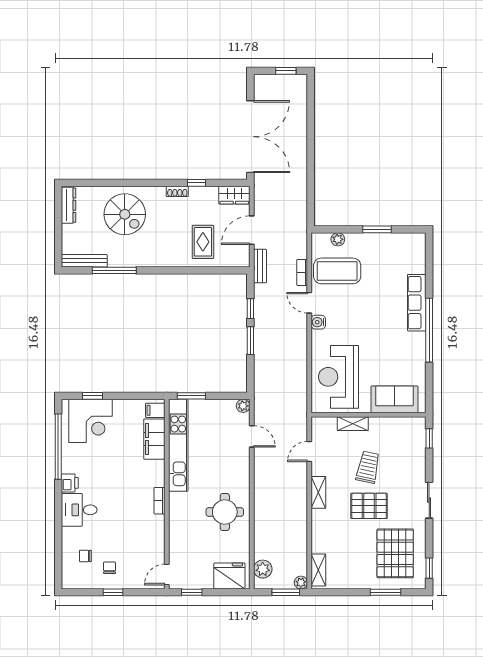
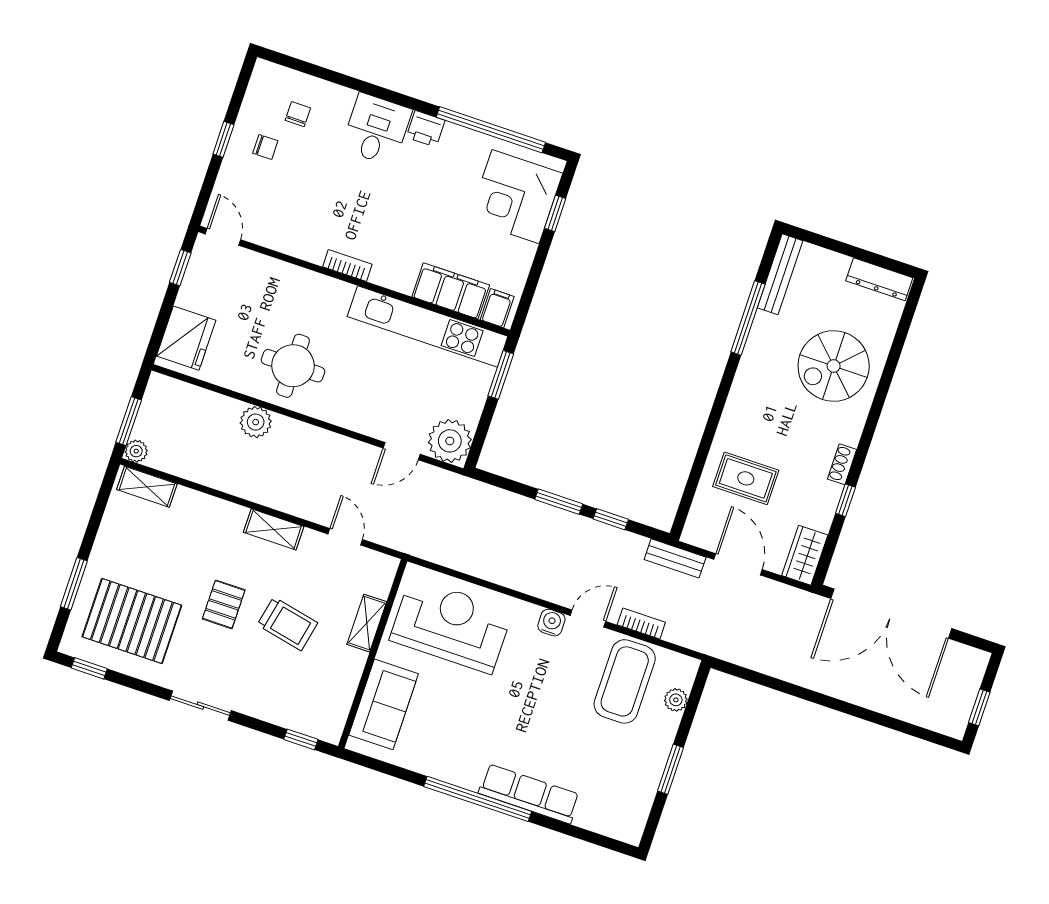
plant: (243, 406) -> (450, 441), width x1.87, depth x1.87
pallet: (369, 506) -> (224, 604), width x0.67, depth x0.71
plant: (263, 569) -> (256, 422), moved

